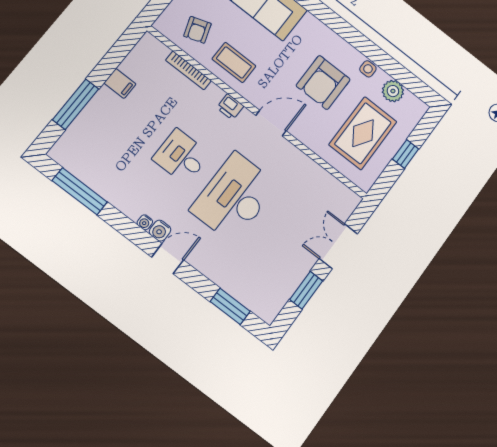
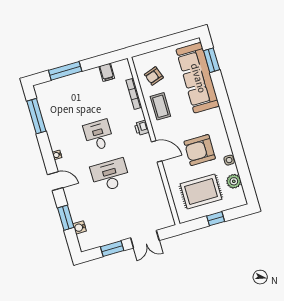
filing cabinet: (120, 83) -> (107, 72), moved
desk: (234, 197) -> (110, 175), width x0.73, depth x0.77
water cooler: (160, 231) -> (79, 227), moved
double door: (338, 246) -> (145, 239), swing flipped
window: (230, 306) -> (66, 218), moved

